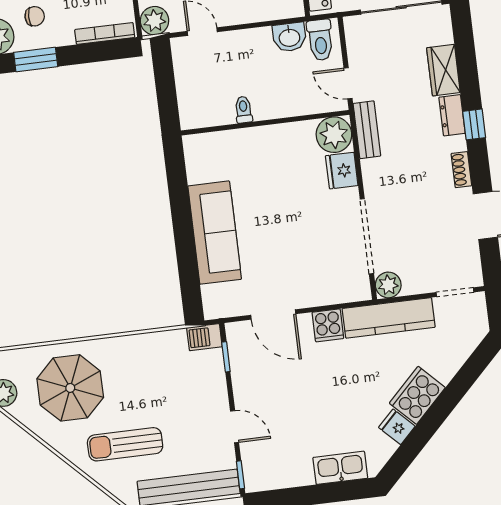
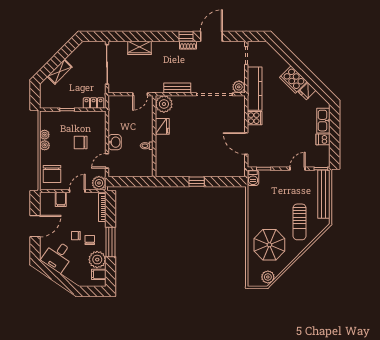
washbasin: (289, 37) -> (115, 142), moved
toilet: (320, 40) -> (118, 105), removed
window: (36, 59) -> (111, 242), width x1.44
dresser: (452, 115) -> (162, 46), removed
window: (474, 124) -> (186, 36), moved
bench: (367, 130) -> (177, 88), moved
fridge: (342, 171) -> (162, 126), moved, turned -90
window: (182, 222) -> (197, 182), added
sofa: (215, 233) -> (204, 167), removed
door: (273, 314) -> (246, 144), swing flipped
dishwasher: (301, 472) -> (323, 139), added

